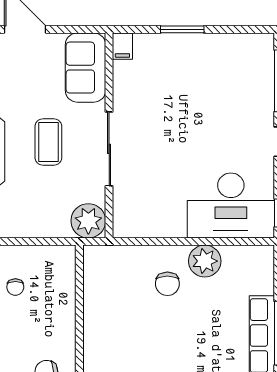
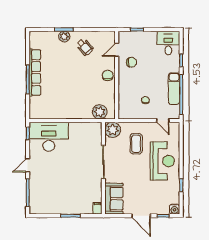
coffee table: (48, 142) -> (136, 144), moved
plant: (205, 261) -> (100, 112), moved
chair: (167, 284) -> (108, 75), moved

